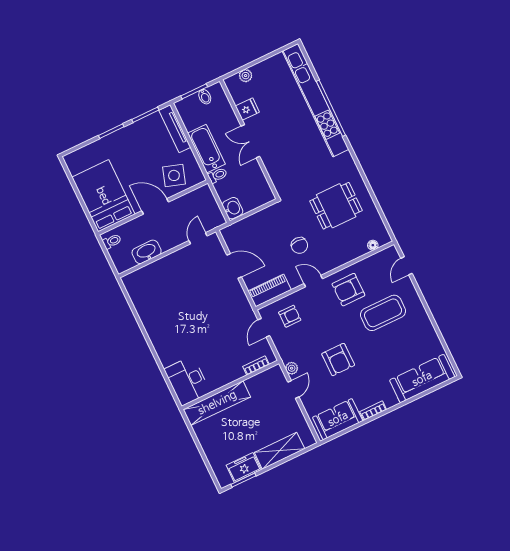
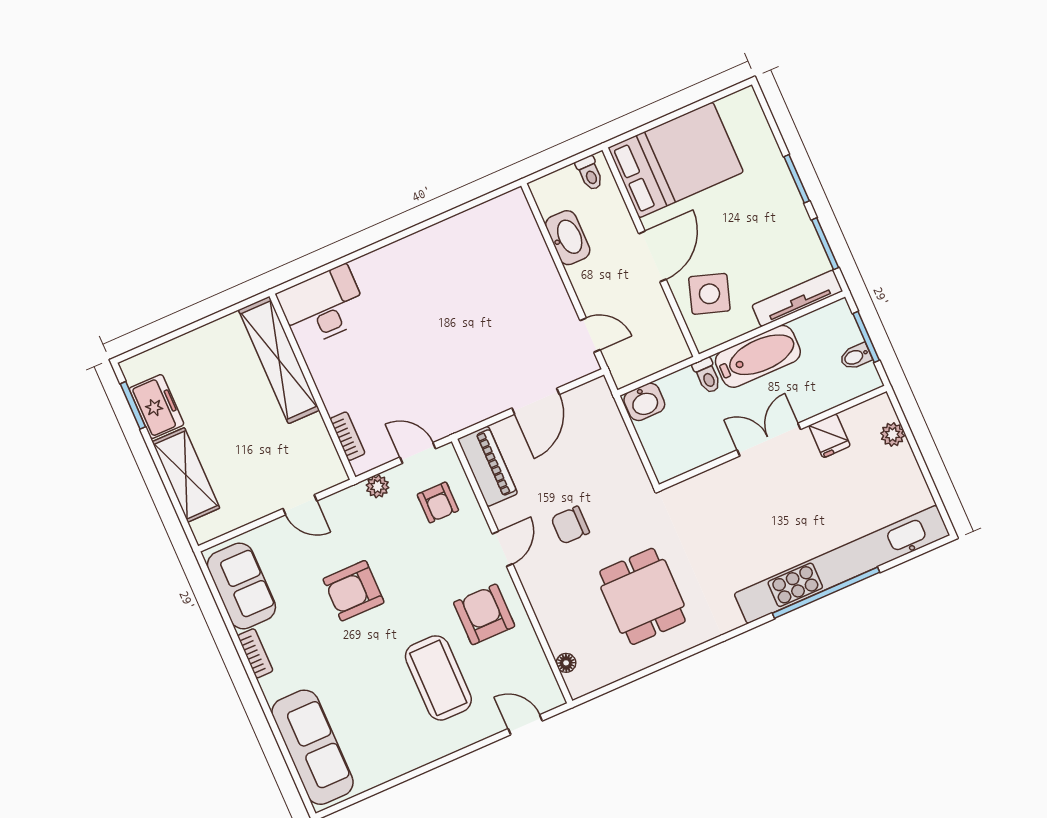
plant: (292, 368) -> (377, 486), moved

